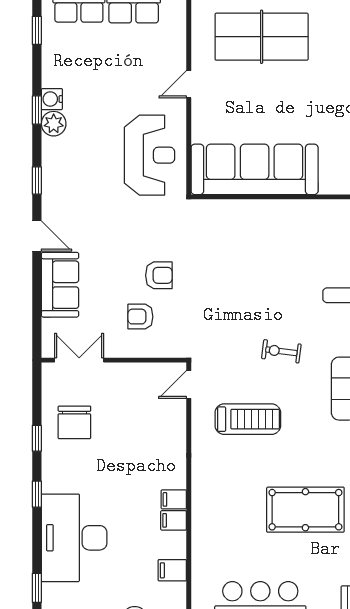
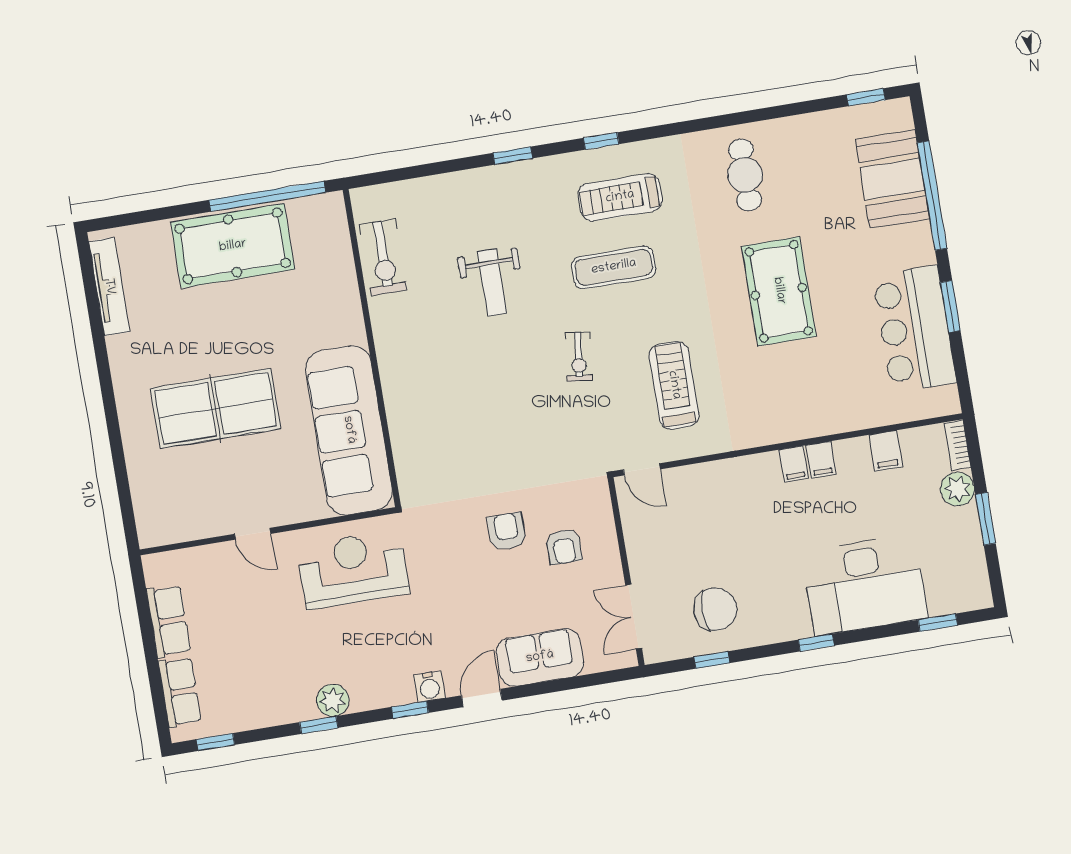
table tennis table: (262, 37) -> (215, 409), moved, turned 90
water cooler: (52, 99) -> (429, 687), moved
window: (37, 438) -> (712, 660), moved

